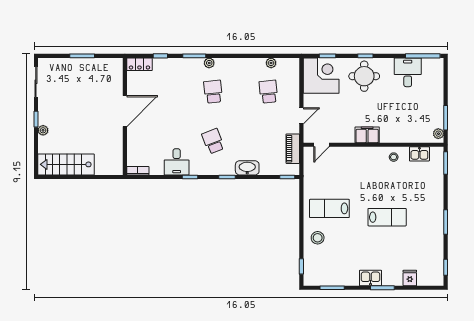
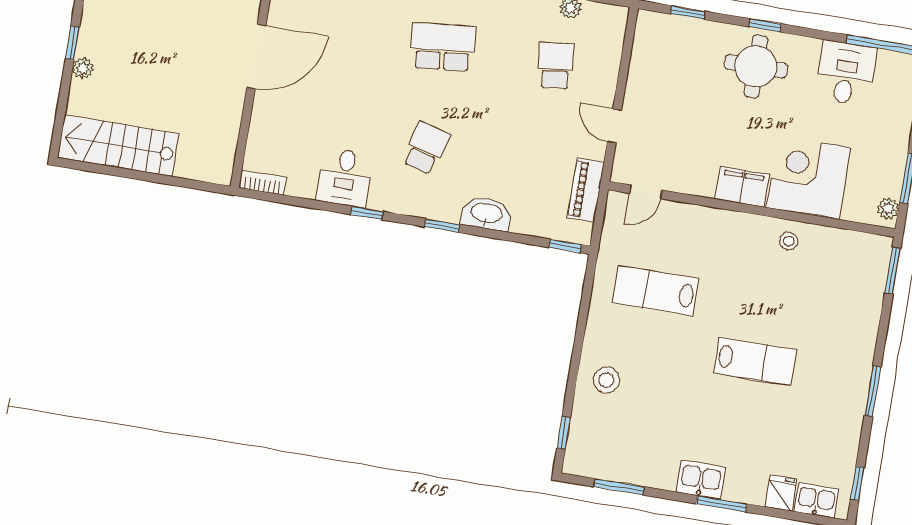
corner desk: (321, 76) -> (808, 177), moved, turned -90
school desk: (213, 92) -> (443, 47), width x1.85
door: (301, 116) -> (614, 126), swing flipped
school desk: (213, 141) -> (426, 148), turned 36
kitchen sink: (419, 154) -> (816, 500), moved, turned 180
lab bench: (329, 208) -> (656, 291), moved

